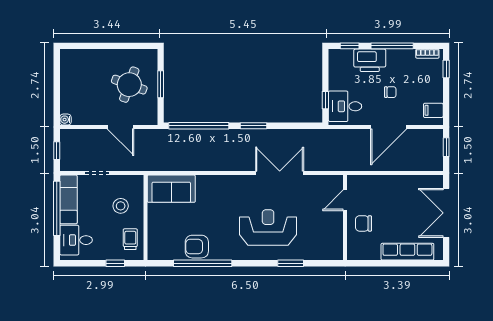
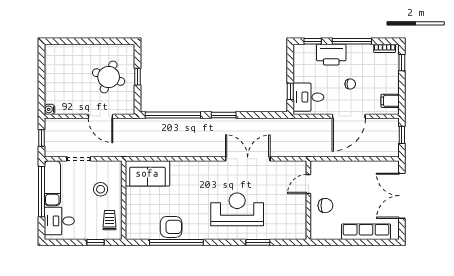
window: (161, 84) -> (138, 77), width x0.67
chair: (364, 223) -> (325, 206), turned 180
armchair: (197, 247) -> (171, 227), turned 180

